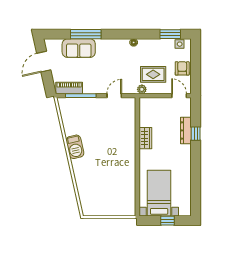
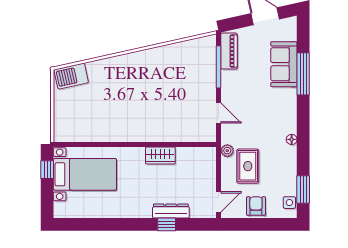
armchair: (182, 68) -> (256, 206), turned -90
barbecue: (75, 147) -> (71, 76), moved
window: (167, 221) -> (47, 170), moved

